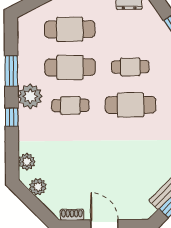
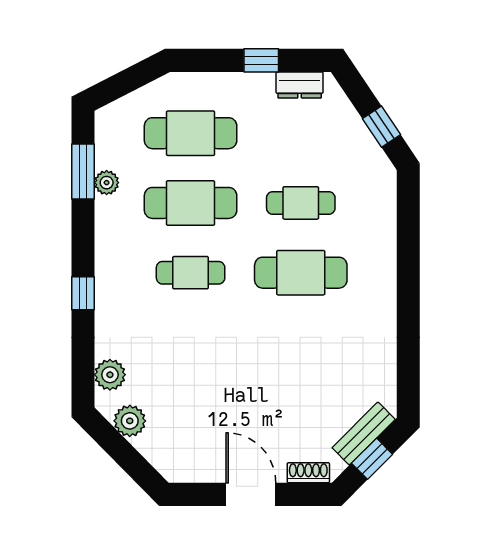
window: (11, 71) -> (83, 172), moved
plant: (30, 96) -> (107, 183), moved, width x0.53, depth x0.53
shoe rack: (72, 215) -> (308, 473), moved

